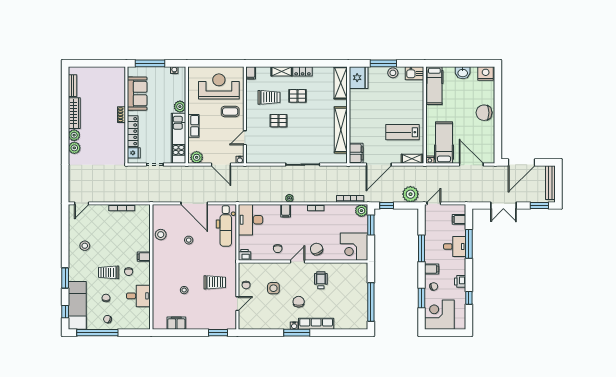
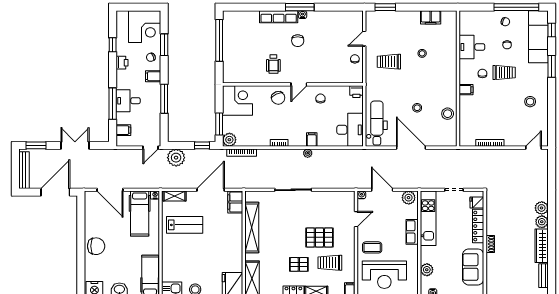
plant: (180, 107) -> (427, 270), moved
pallet: (279, 121) -> (319, 237), width x1.50, depth x1.42
side table: (273, 288) -> (325, 55), removed

